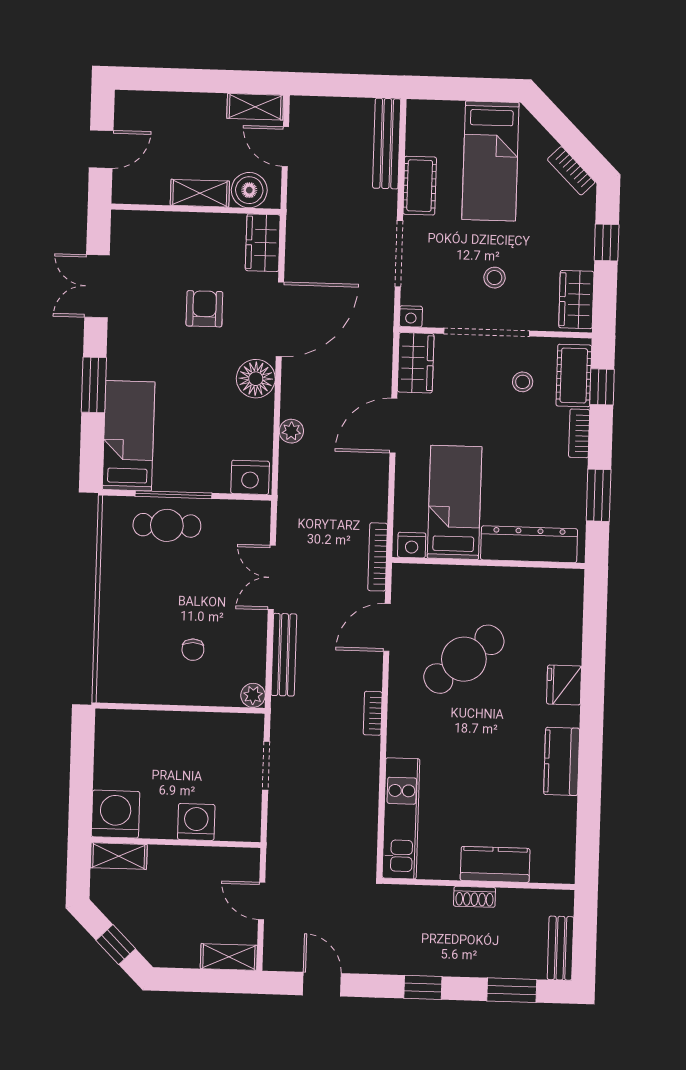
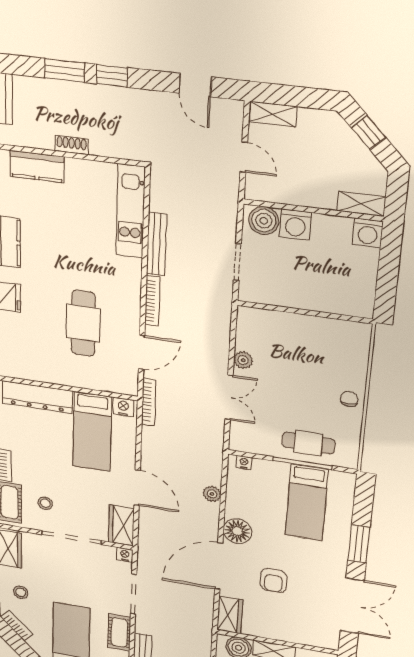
stool: (494, 278) -> (21, 592), moved
double door: (97, 286) -> (352, 606), width x1.37
door: (393, 426) -> (137, 488), hinge flipped
bed: (128, 436) -> (307, 503), moved
nightstand: (250, 477) -> (244, 463), width x0.53, depth x0.56
chair: (193, 650) -> (349, 399), moved
bench: (284, 655) -> (157, 244), moved
cafe table: (464, 659) -> (83, 323), turned -51
plant: (253, 695) -> (243, 360), moved
bookcase: (373, 713) -> (152, 301), width x1.56
washing machine: (115, 814) -> (368, 233), width x0.73, depth x0.73
boiler: (235, 823) -> (264, 221), added
kitchen counter: (495, 864) -> (37, 167), moved
window: (512, 990) -> (65, 70), moved

